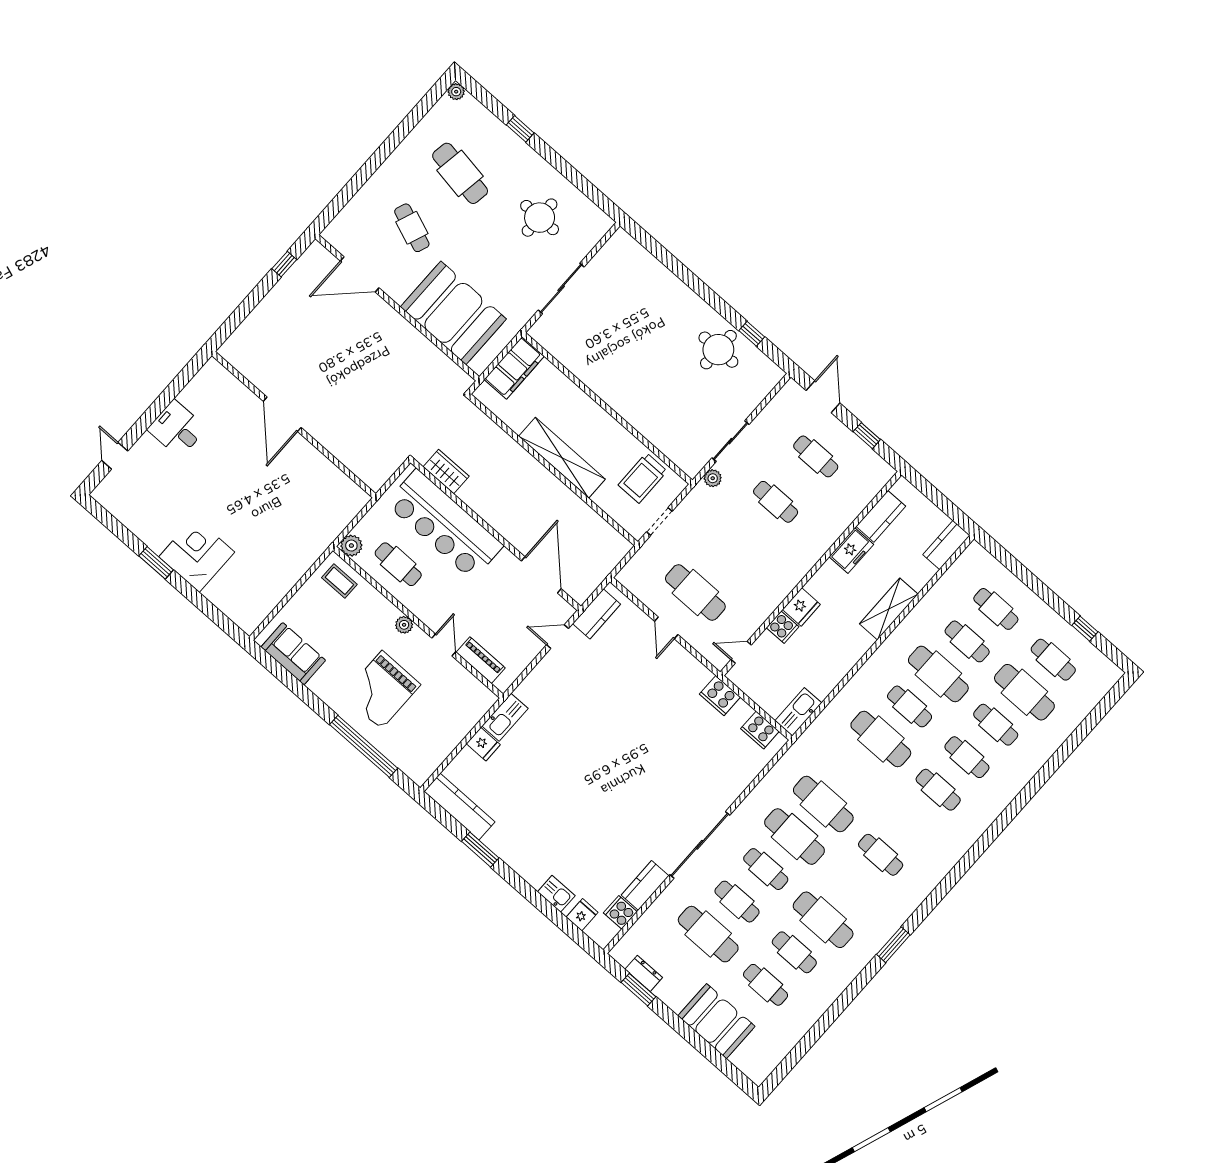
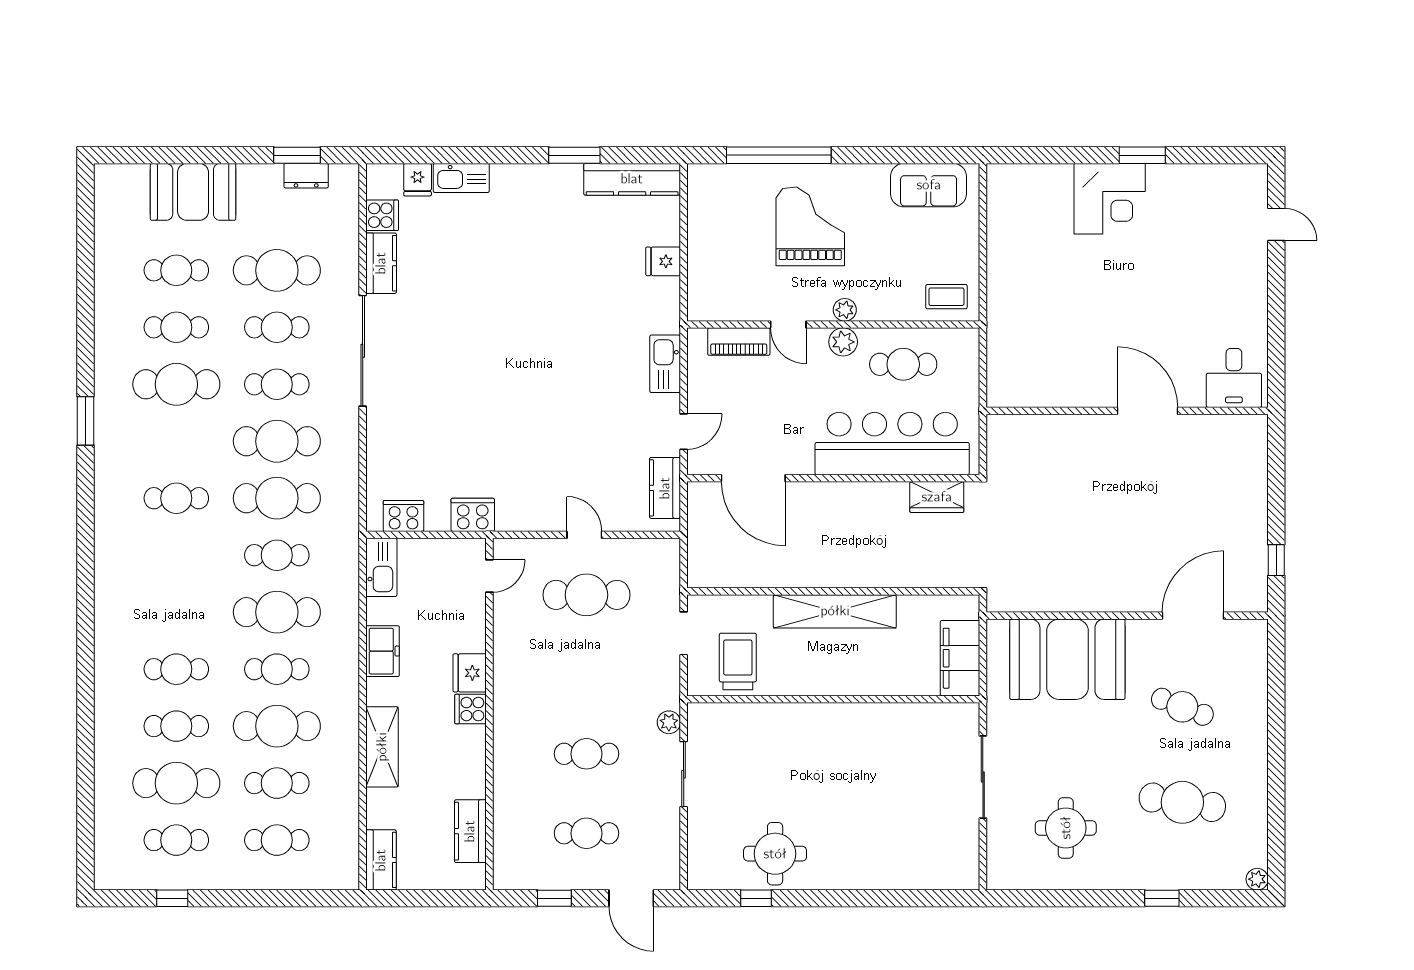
desk: (177, 429) -> (1234, 378), moved, turned 90
plant: (351, 546) -> (843, 342), moved
freezer: (851, 551) -> (383, 651), moved, turned 180
cooker: (783, 627) -> (471, 709), moved
kitchen sink: (505, 717) -> (665, 364), moved
cafe table: (938, 790) -> (277, 555), moved
kitchen sink: (556, 894) -> (461, 178), width x1.38

